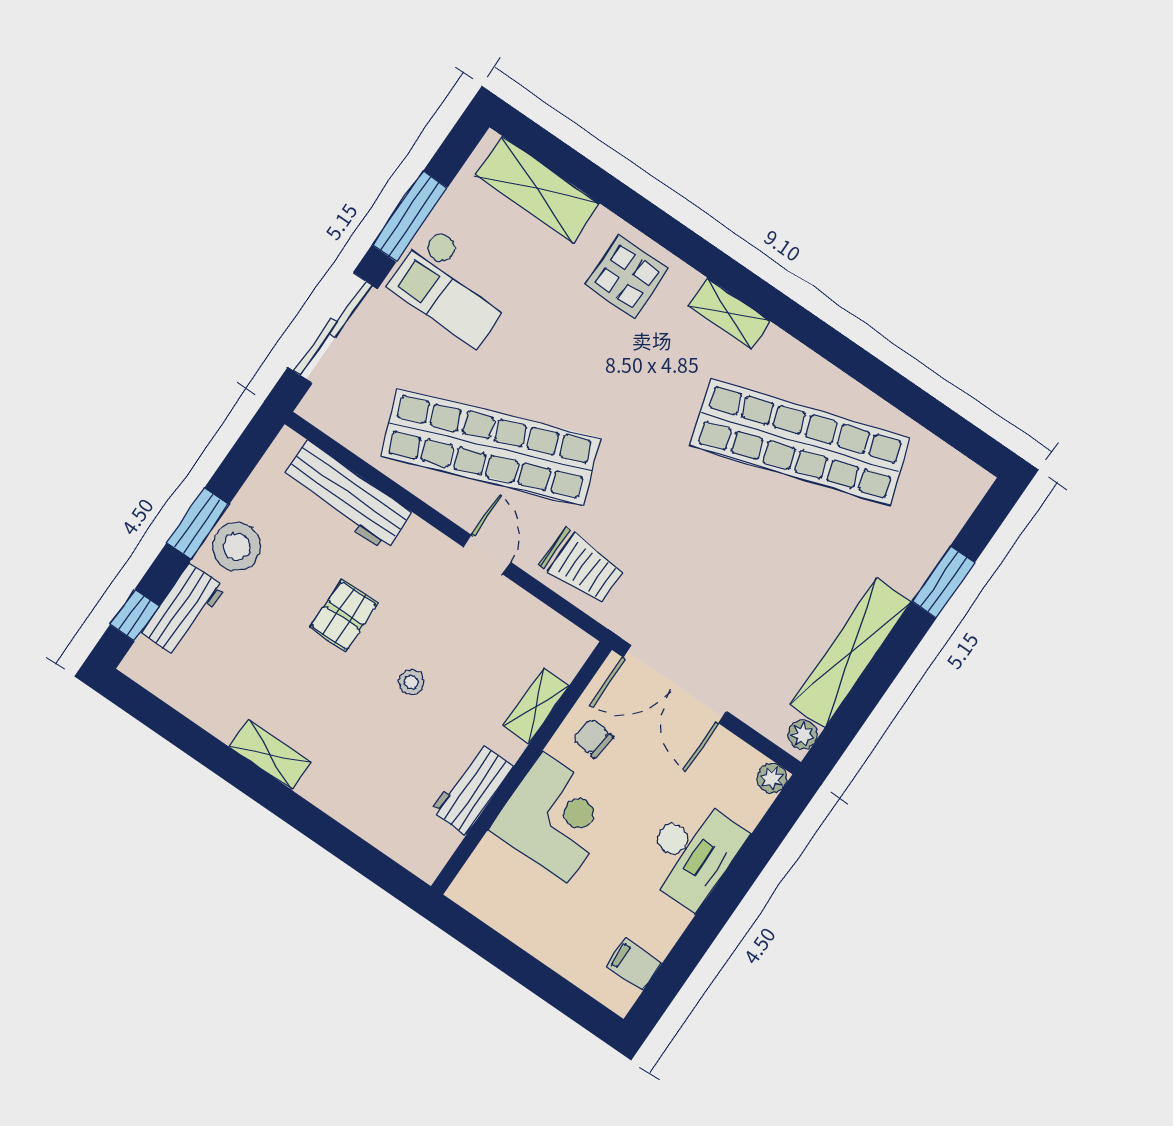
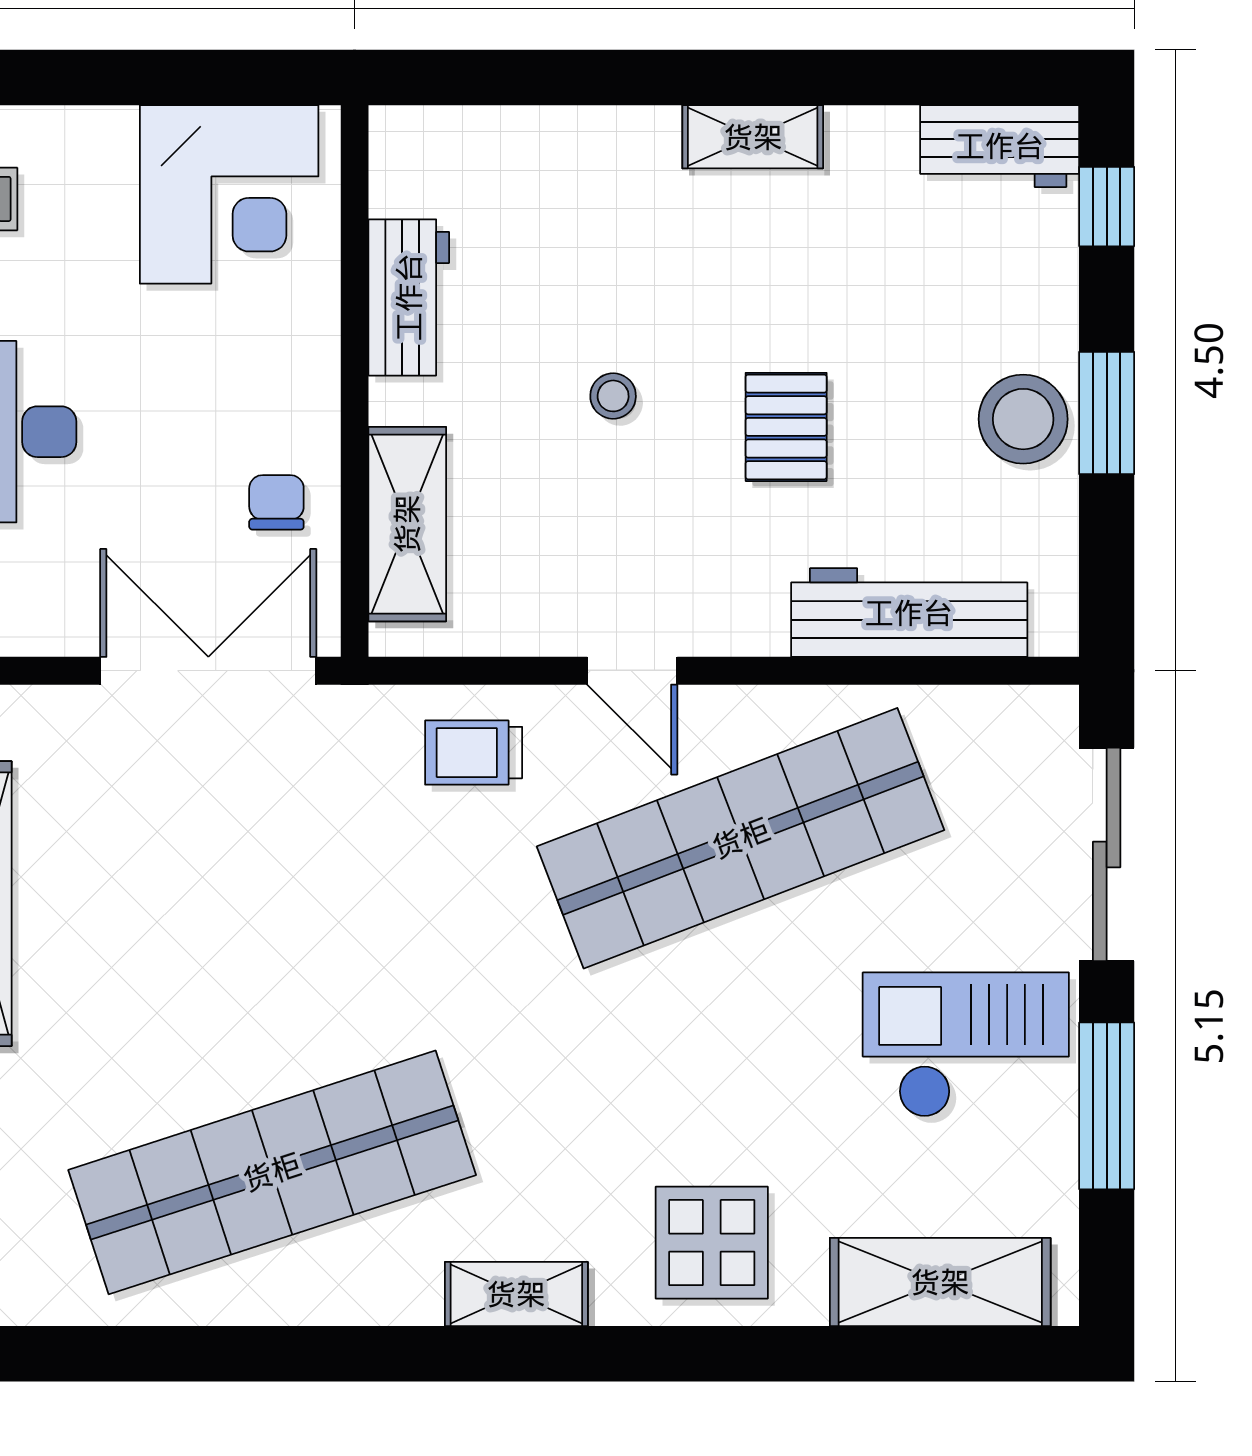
trolley: (582, 567) -> (474, 753), width x0.73, depth x0.72
workbench: (183, 610) -> (1000, 146), moved, turned -90
shelving: (536, 706) -> (407, 524), width x1.50, depth x1.33
chair: (593, 738) -> (276, 502), turned -97
corner desk: (555, 818) -> (229, 194), moved, turned -90

